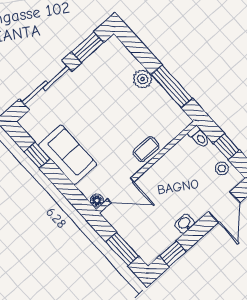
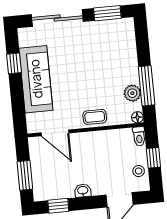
plant: (143, 79) -> (132, 93), moved
sofa: (68, 155) -> (36, 79), width x1.36
floor lamp: (97, 200) -> (137, 117), moved

